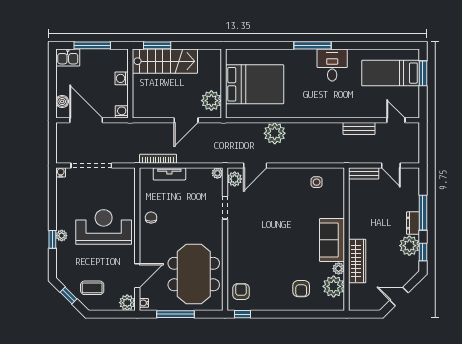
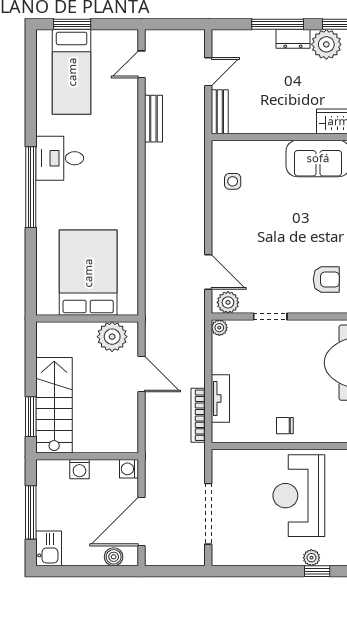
window: (313, 45) -> (31, 187), width x1.46
plant: (275, 133) -> (161, 243), removed
water cooler: (61, 172) -> (218, 559), removed
armchair: (250, 246) -> (326, 280), added

